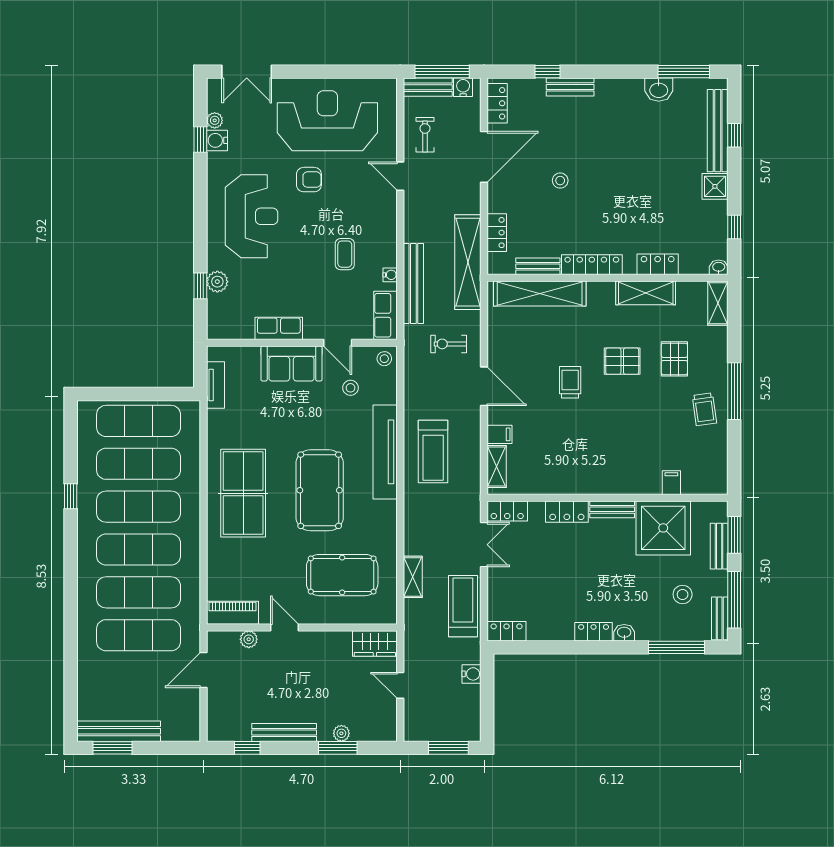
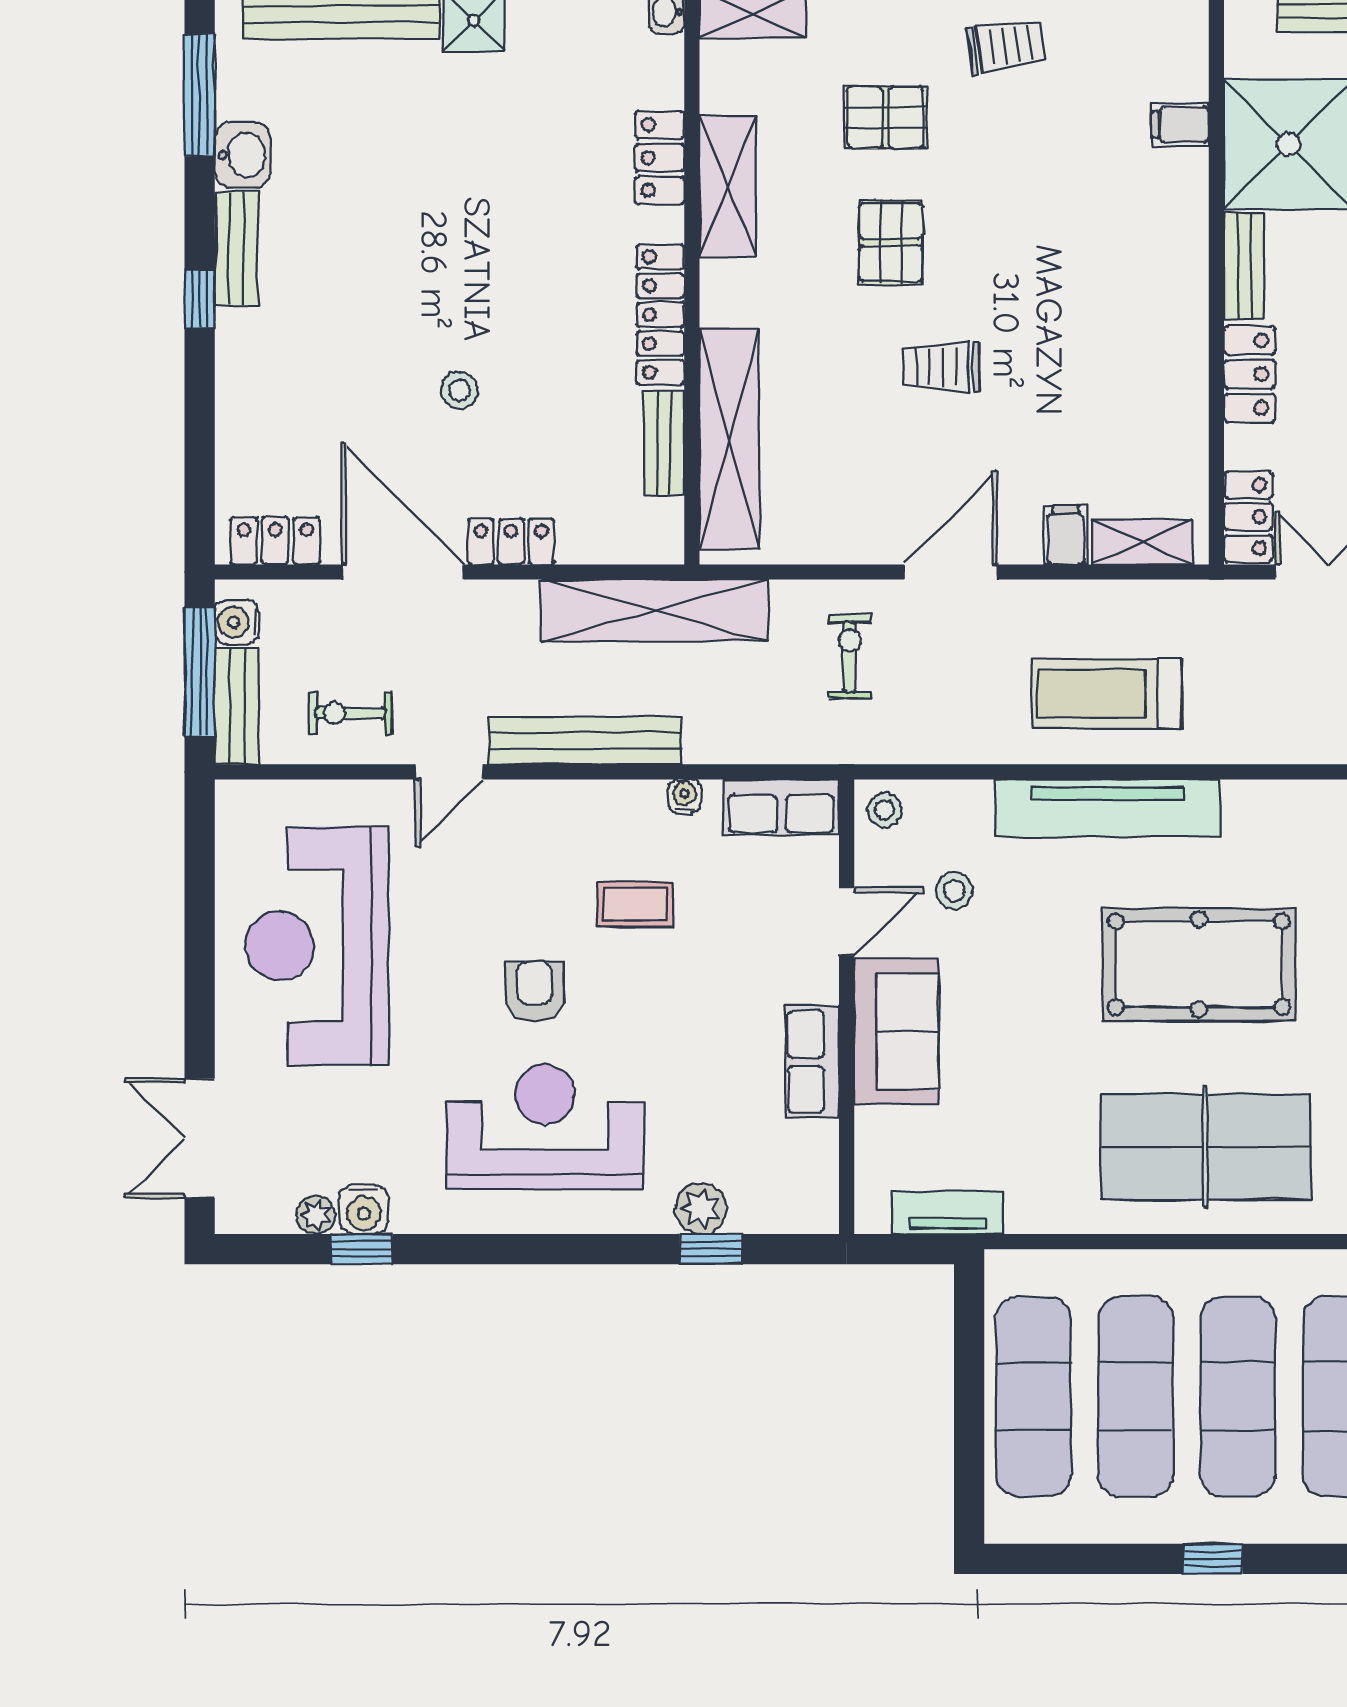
double door: (247, 72) -> (200, 1138), swing flipped
window: (548, 72) -> (200, 299), moved
bench: (570, 87) -> (236, 249), moved
armchair: (309, 180) -> (534, 991), moved
locker: (497, 233) -> (511, 542), moved
bench: (413, 284) -> (585, 741), moved
exercise bike: (449, 344) -> (850, 657), turned 180
treadmill: (433, 452) -> (1106, 694), turned 180

